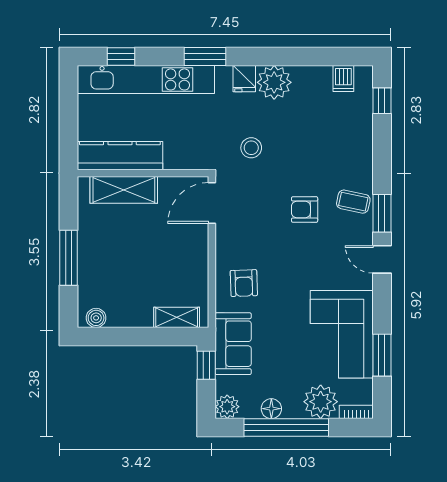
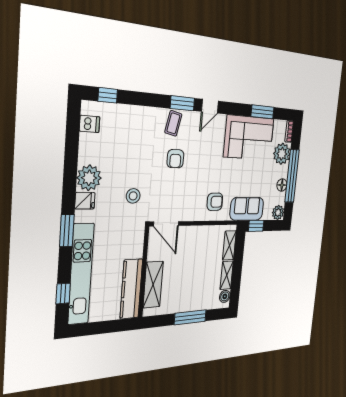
shelving: (130, 318) -> (227, 275), added

